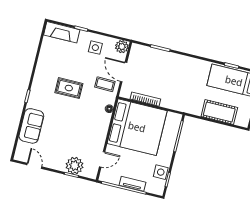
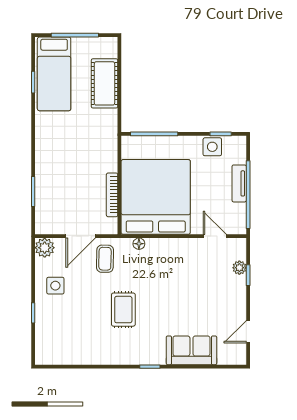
fireplace: (62, 32) -> (45, 340), removed
plant: (75, 166) -> (239, 268), width x0.53, depth x0.53

